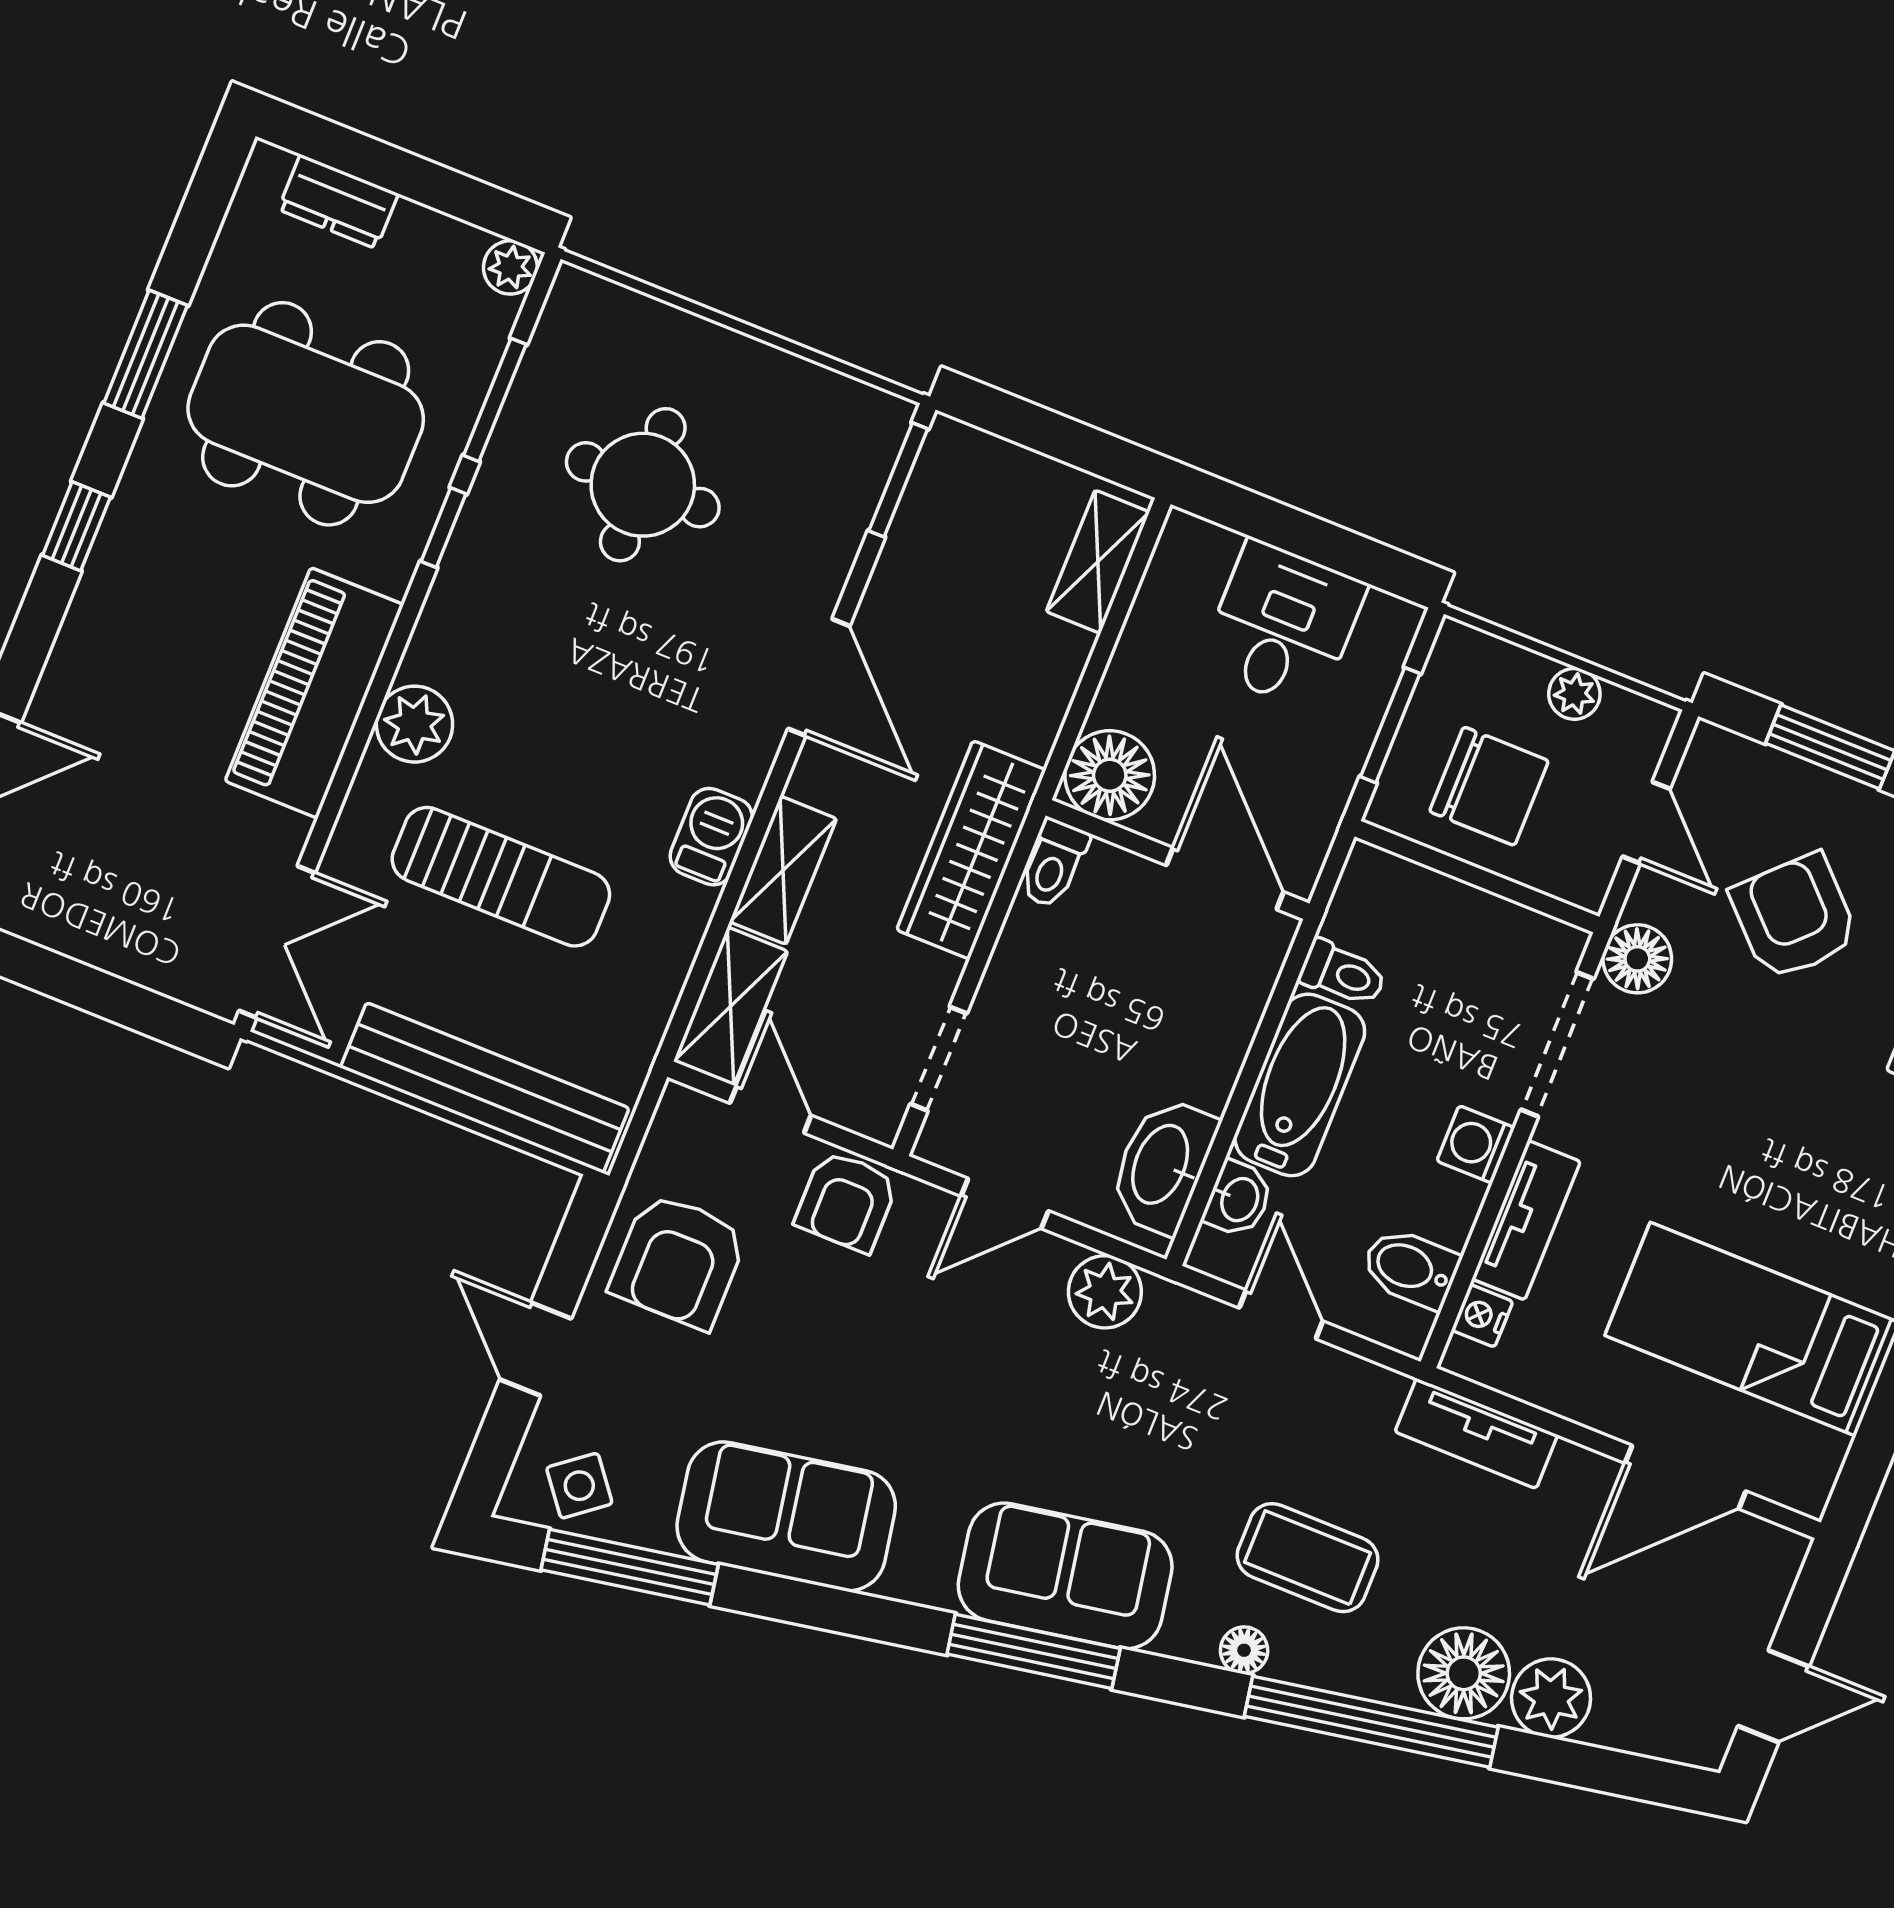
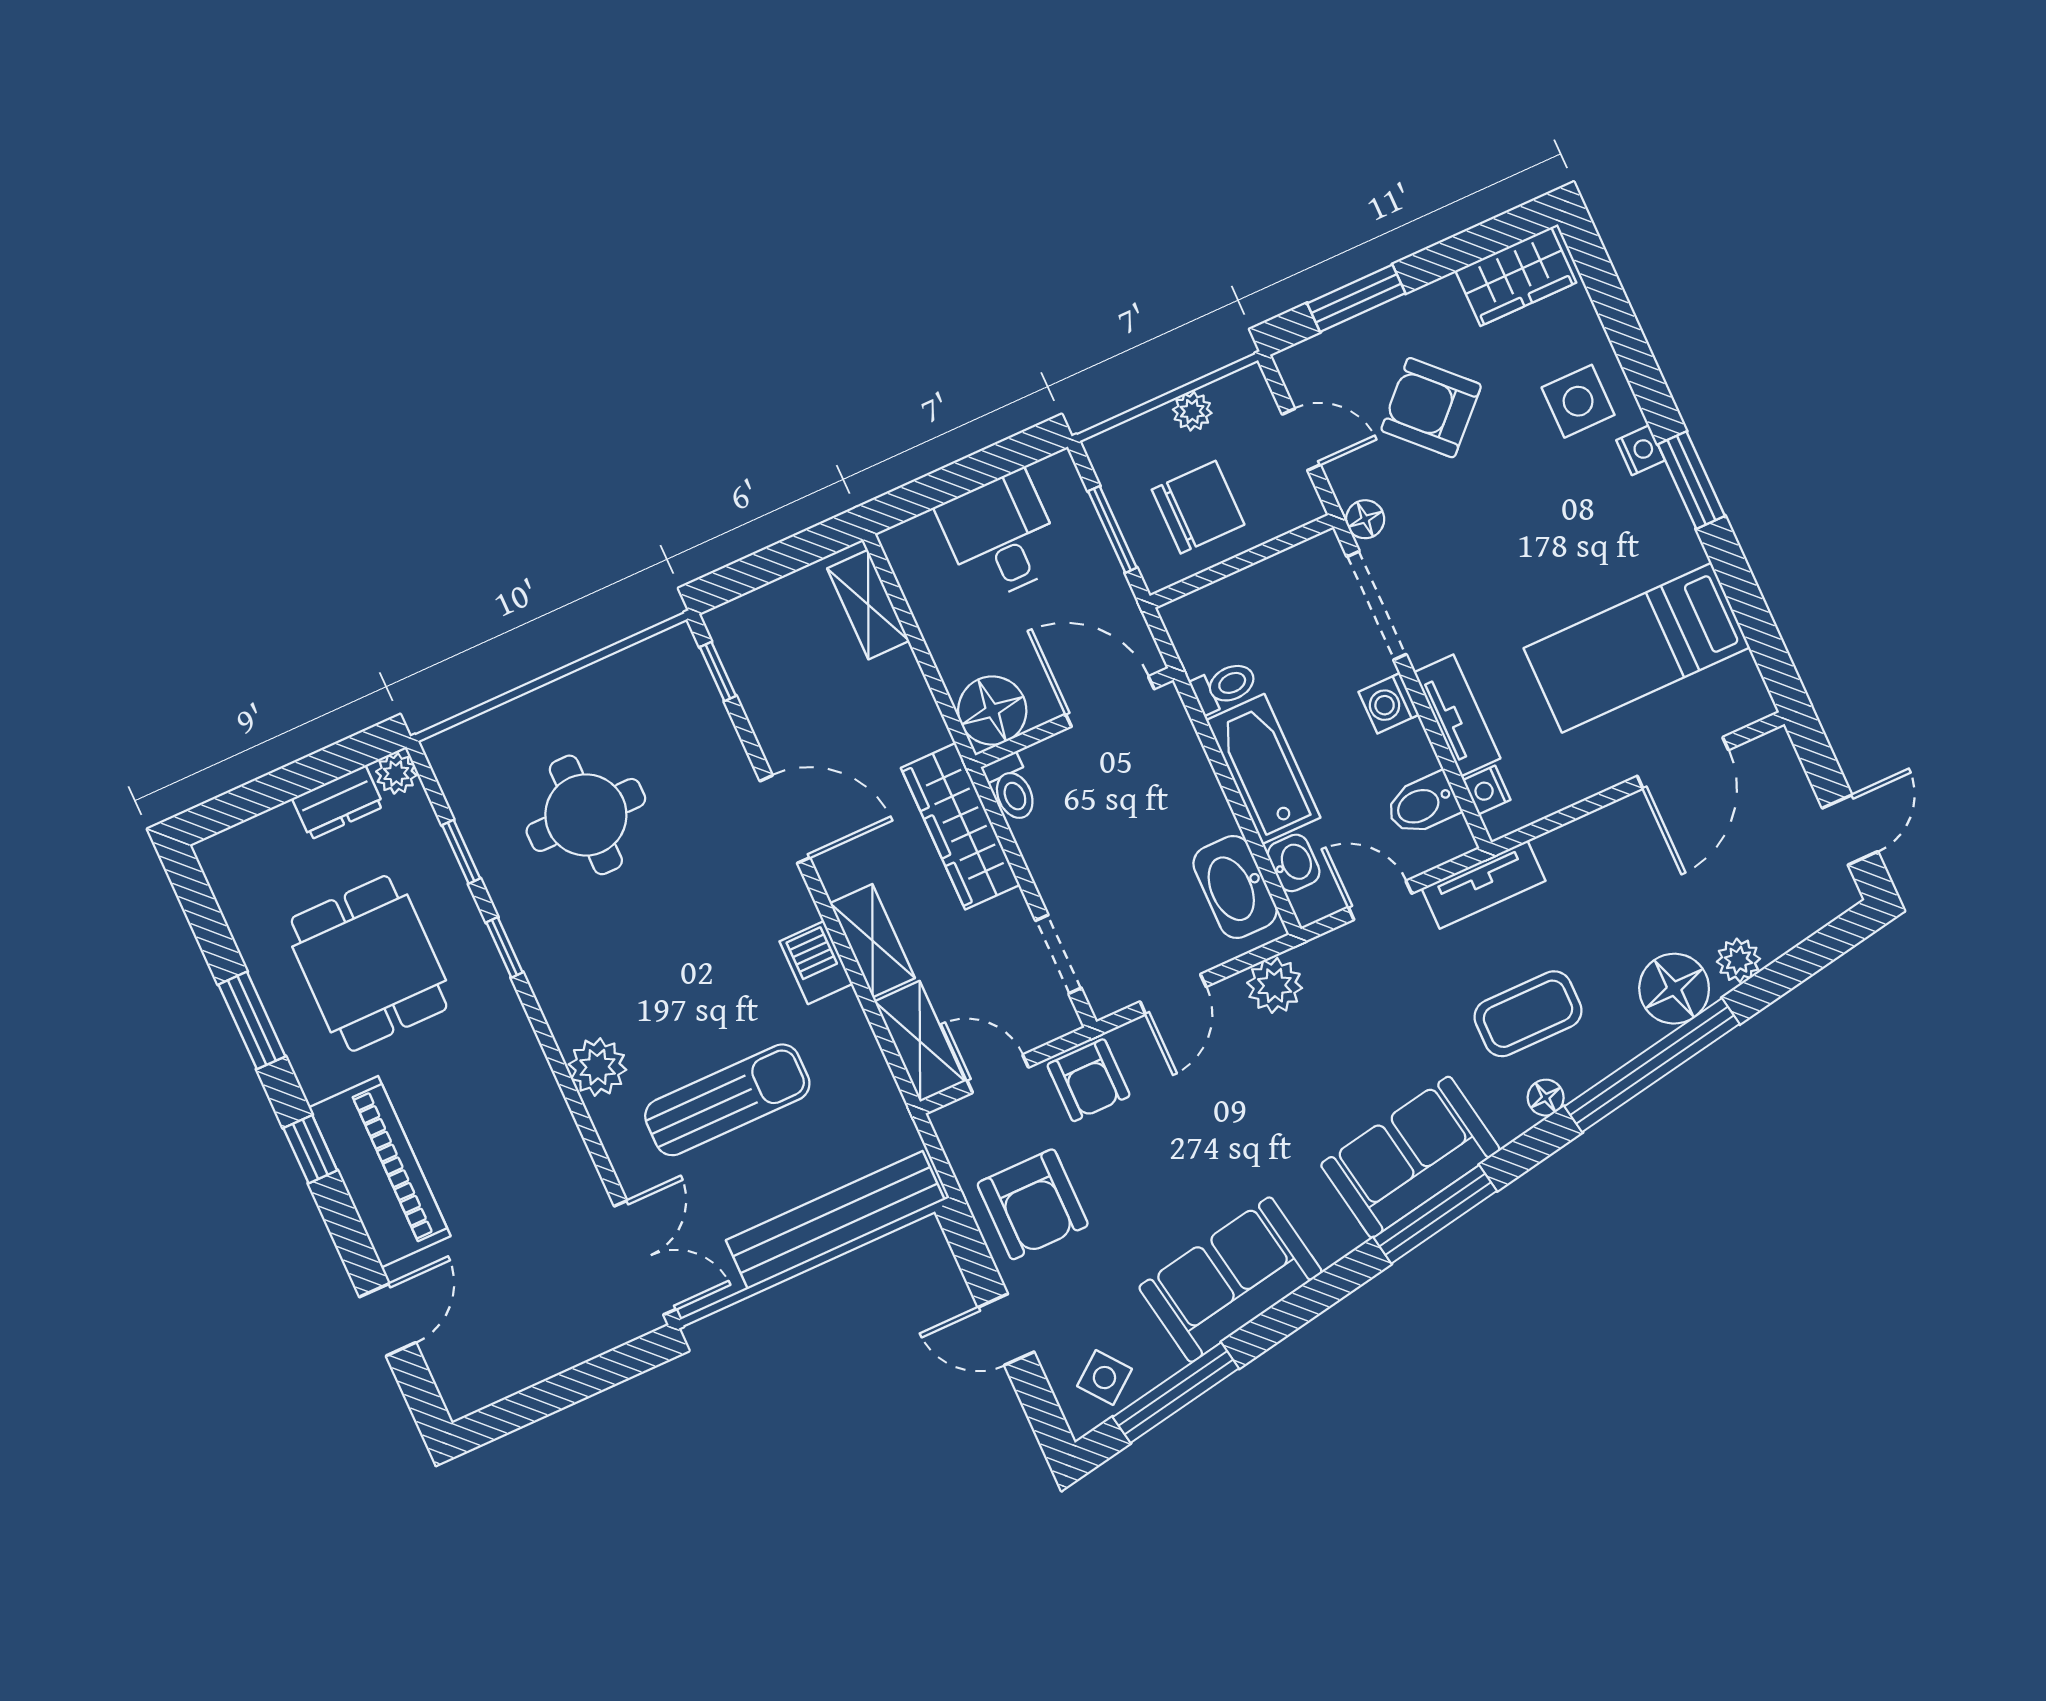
dresser: (338, 202) -> (338, 802), moved
window: (495, 400) -> (461, 852), width x0.67
dining table: (306, 414) -> (369, 963), width x0.73
window: (898, 480) -> (718, 672), width x0.67
piano: (314, 693) -> (380, 1172), moved, turned 180
floor lamp: (1637, 959) -> (1365, 519), width x0.73, depth x0.73
tv unit: (1476, 1433) -> (1483, 885), moved
plant: (1551, 1698) -> (1738, 960), width x0.73, depth x0.73

